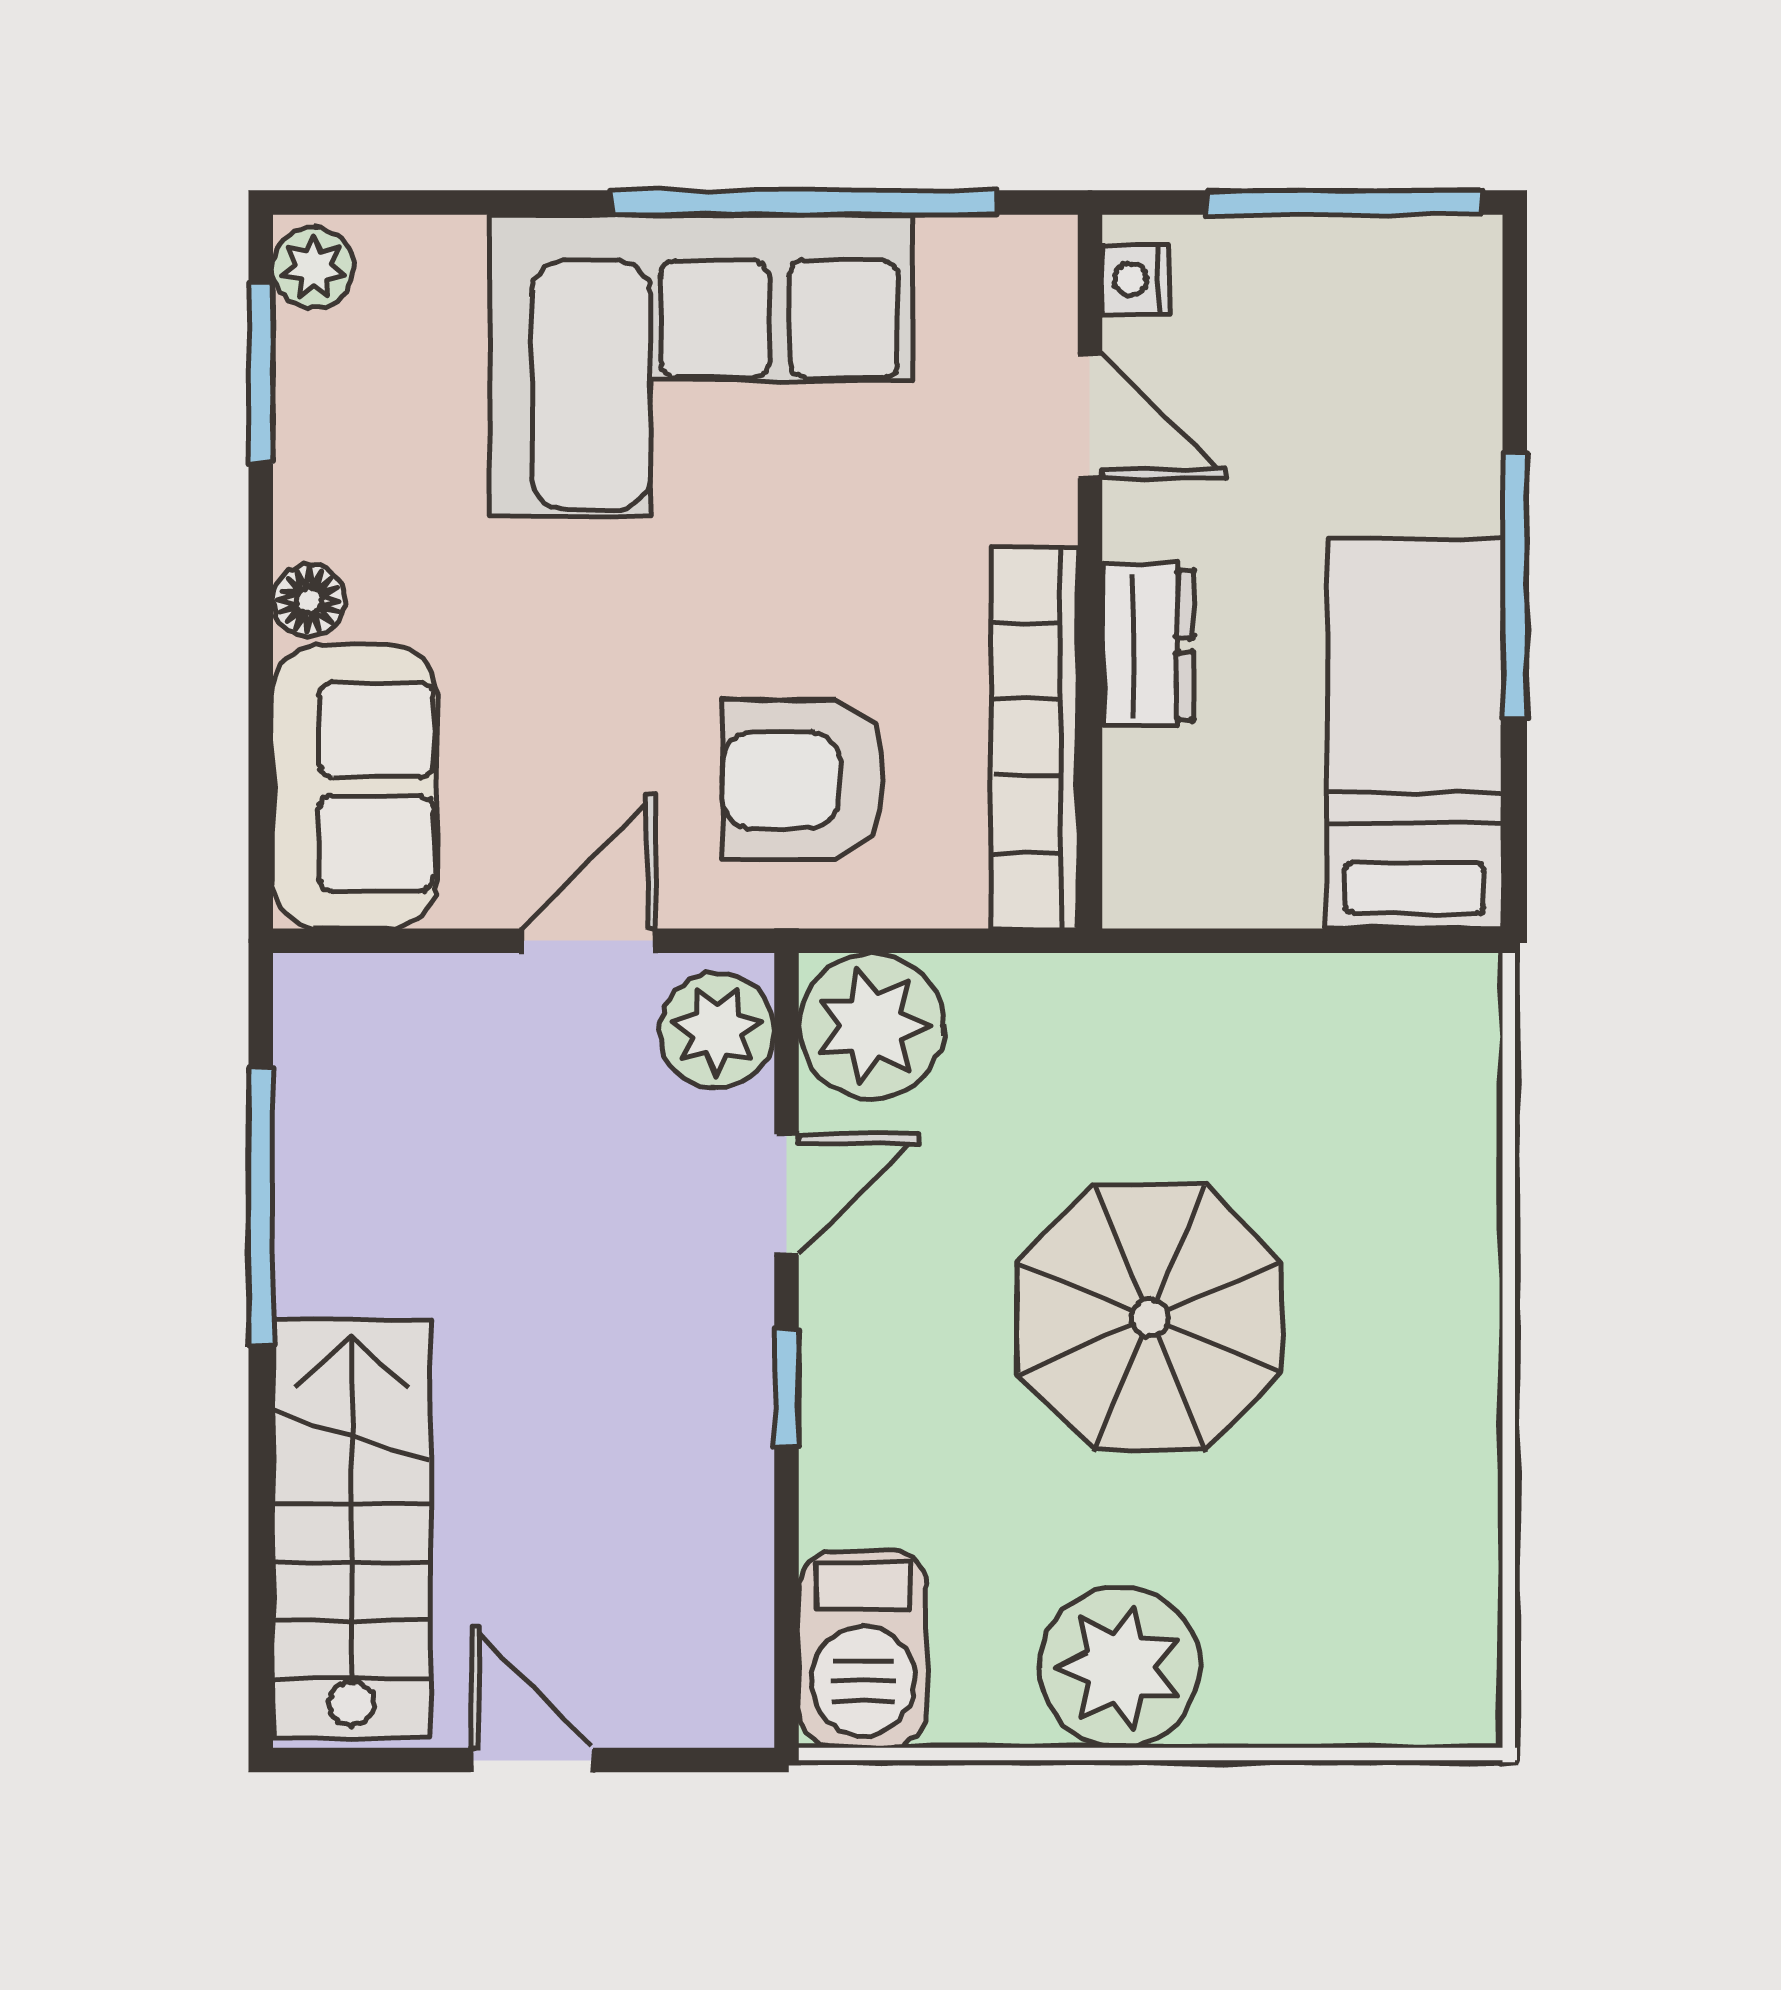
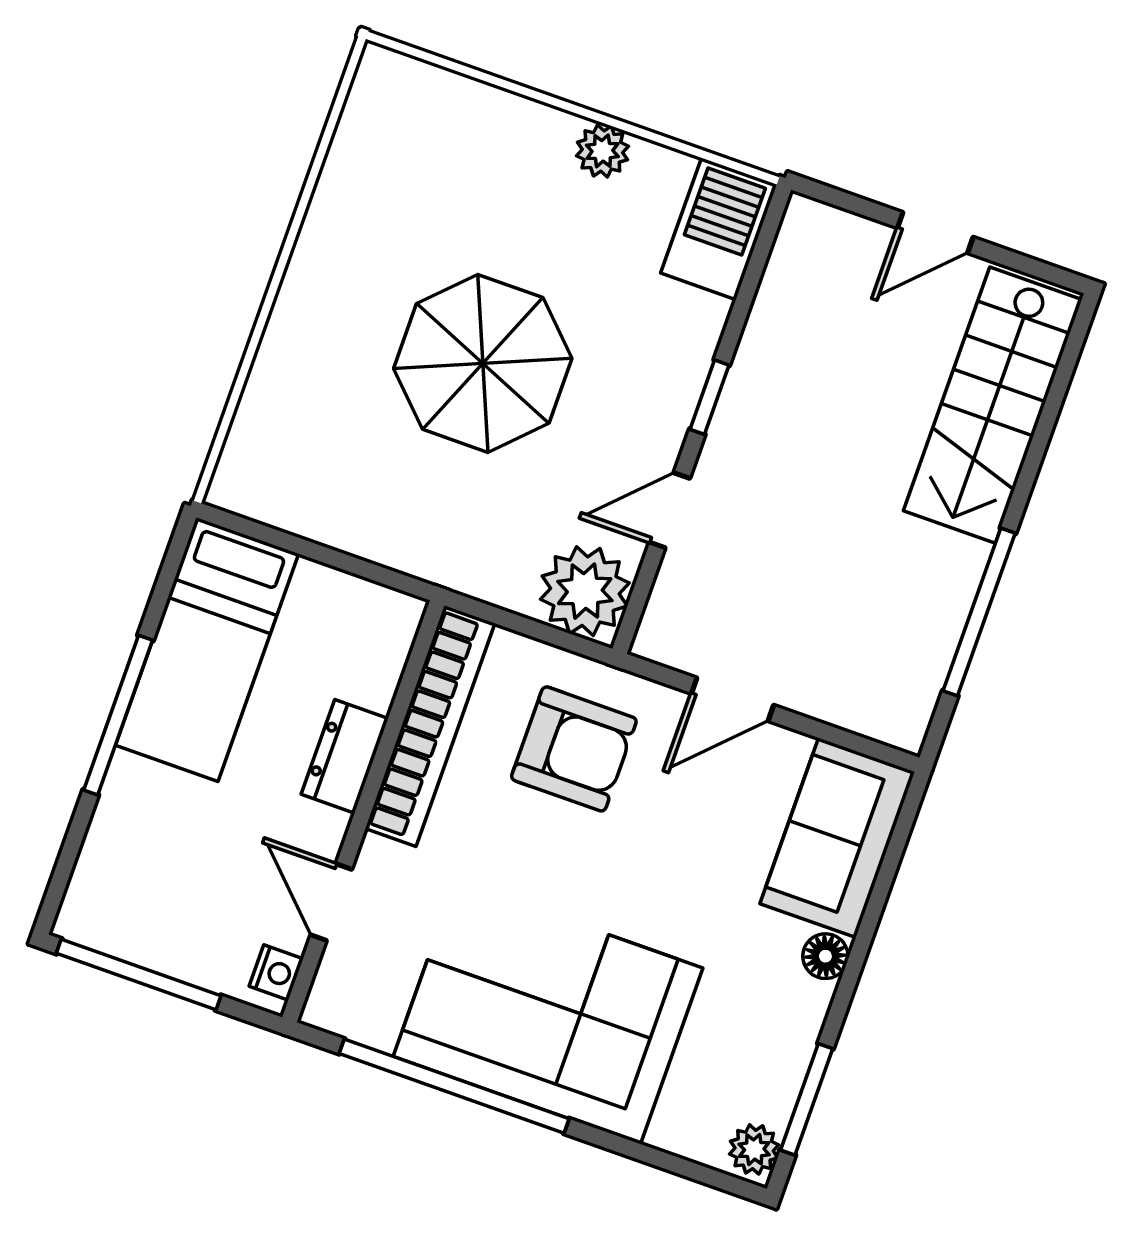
plant: (717, 1031) -> (676, 620), removed
plant: (1120, 1667) -> (602, 151), width x0.53, depth x0.53
door: (532, 1760) -> (935, 233), hinge flipped

